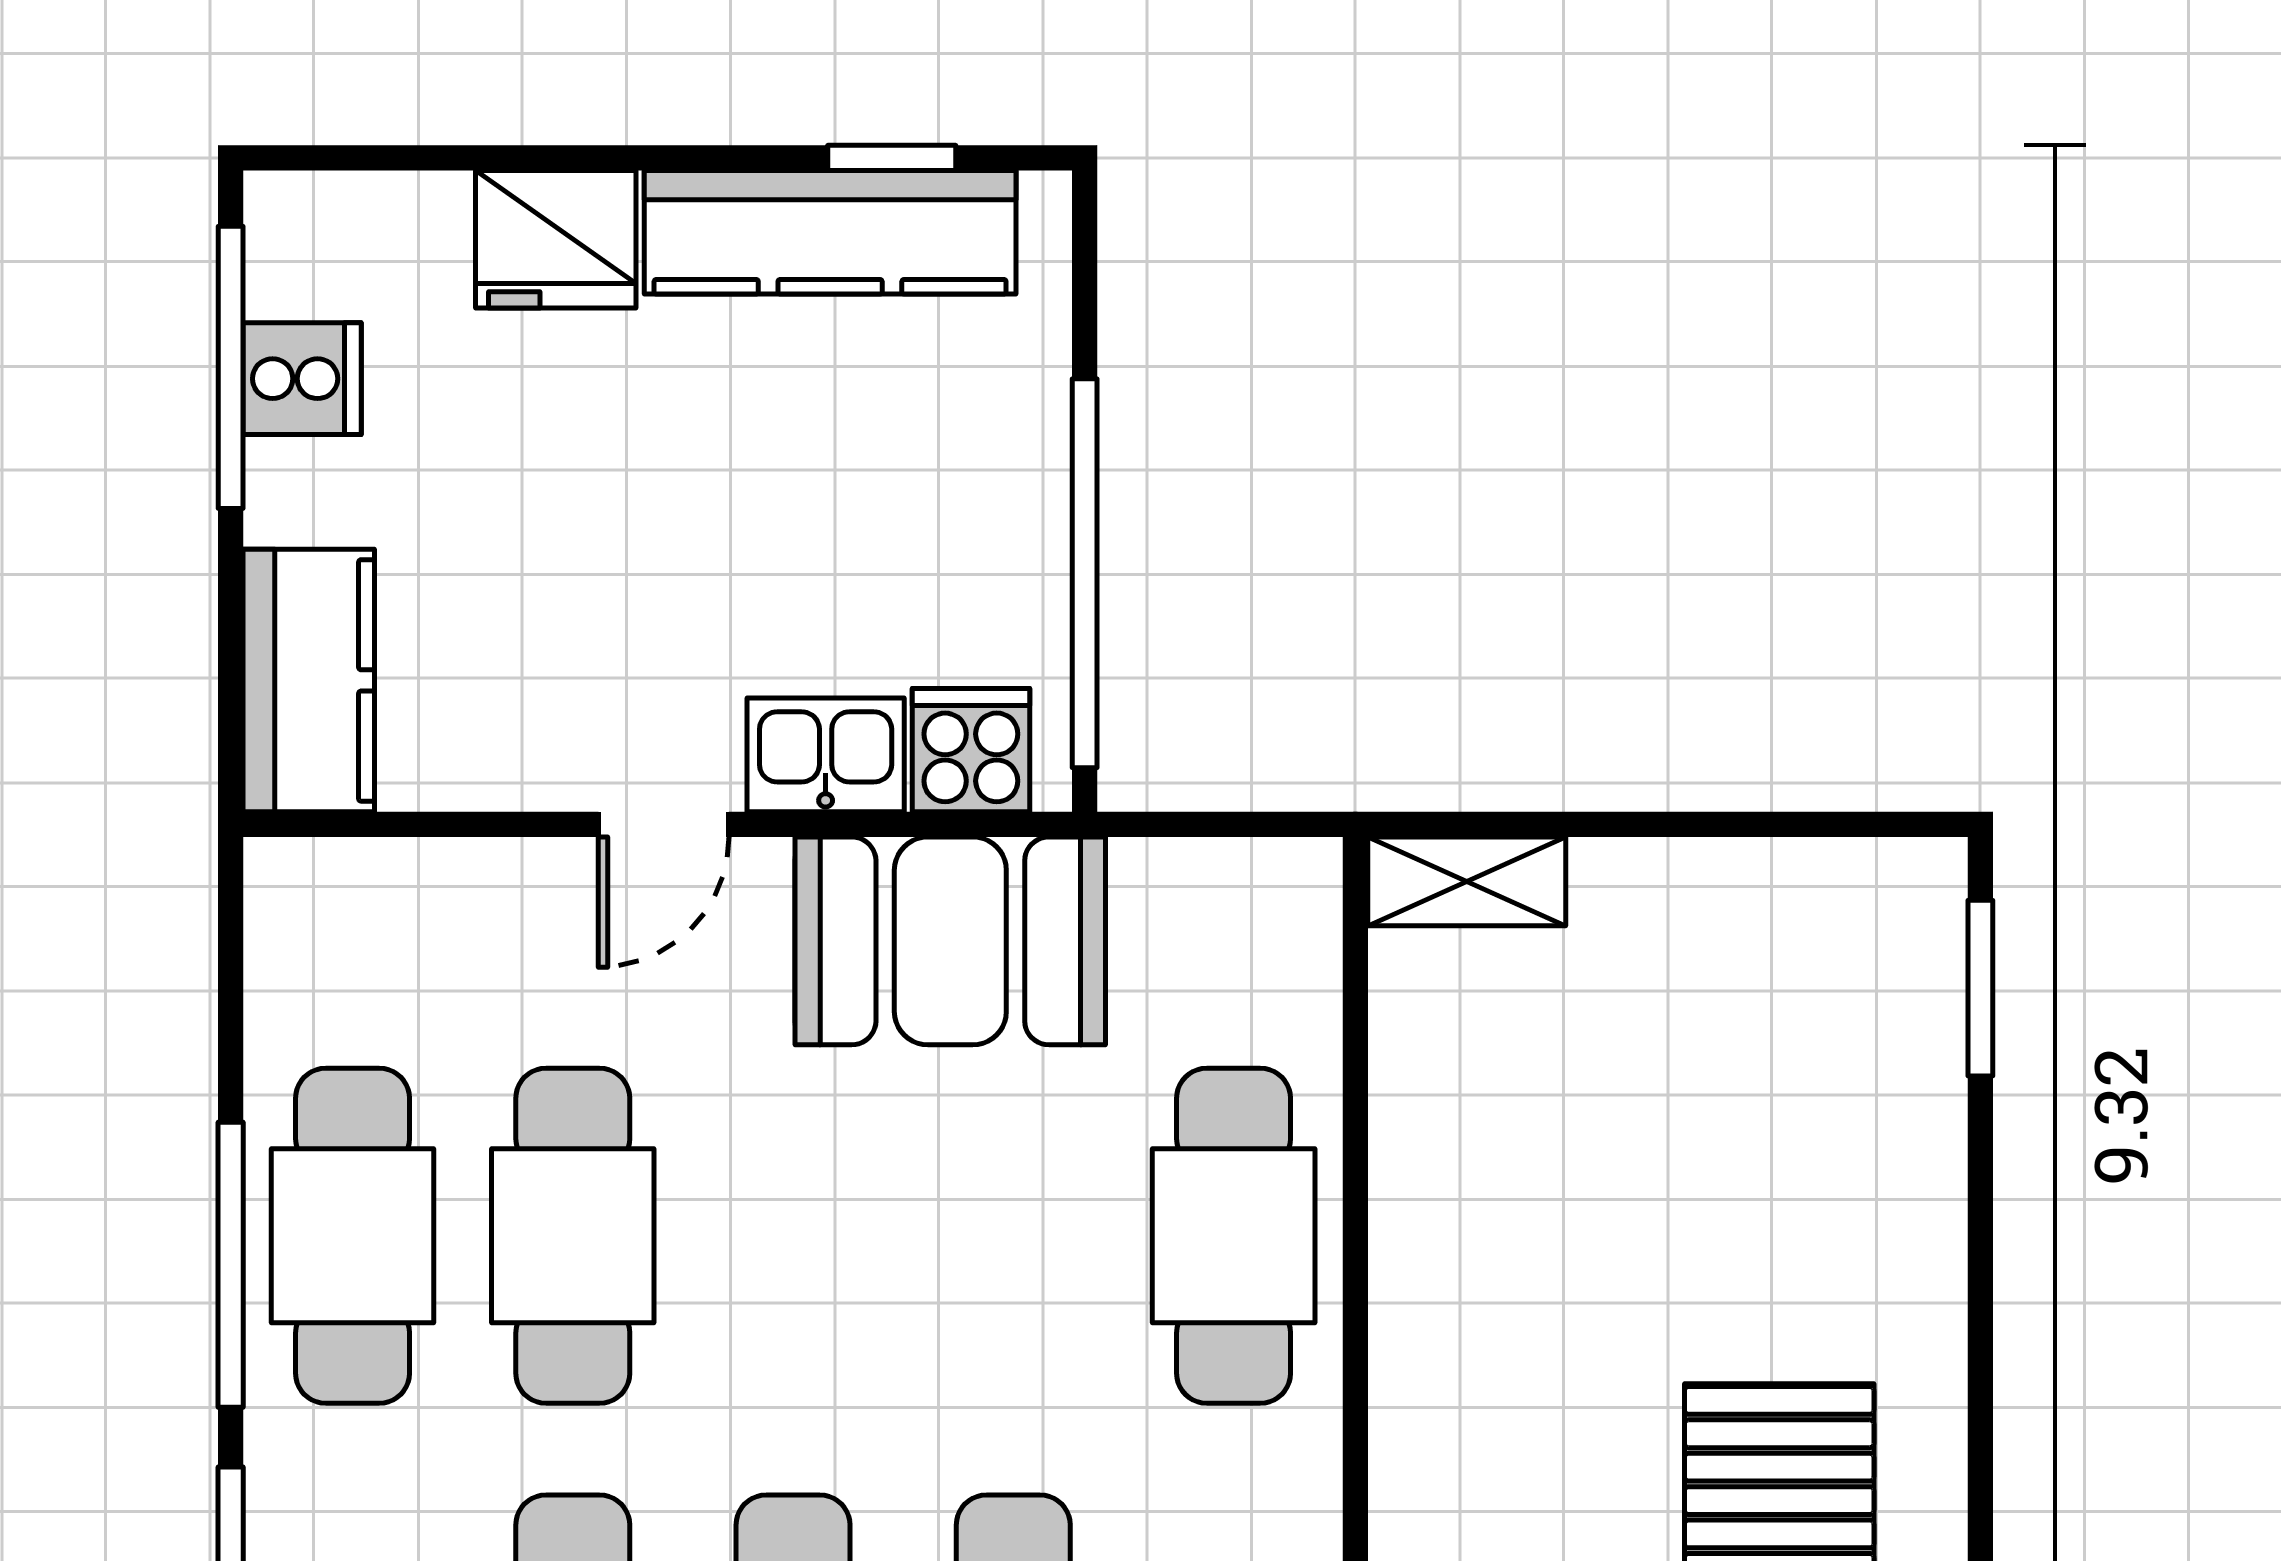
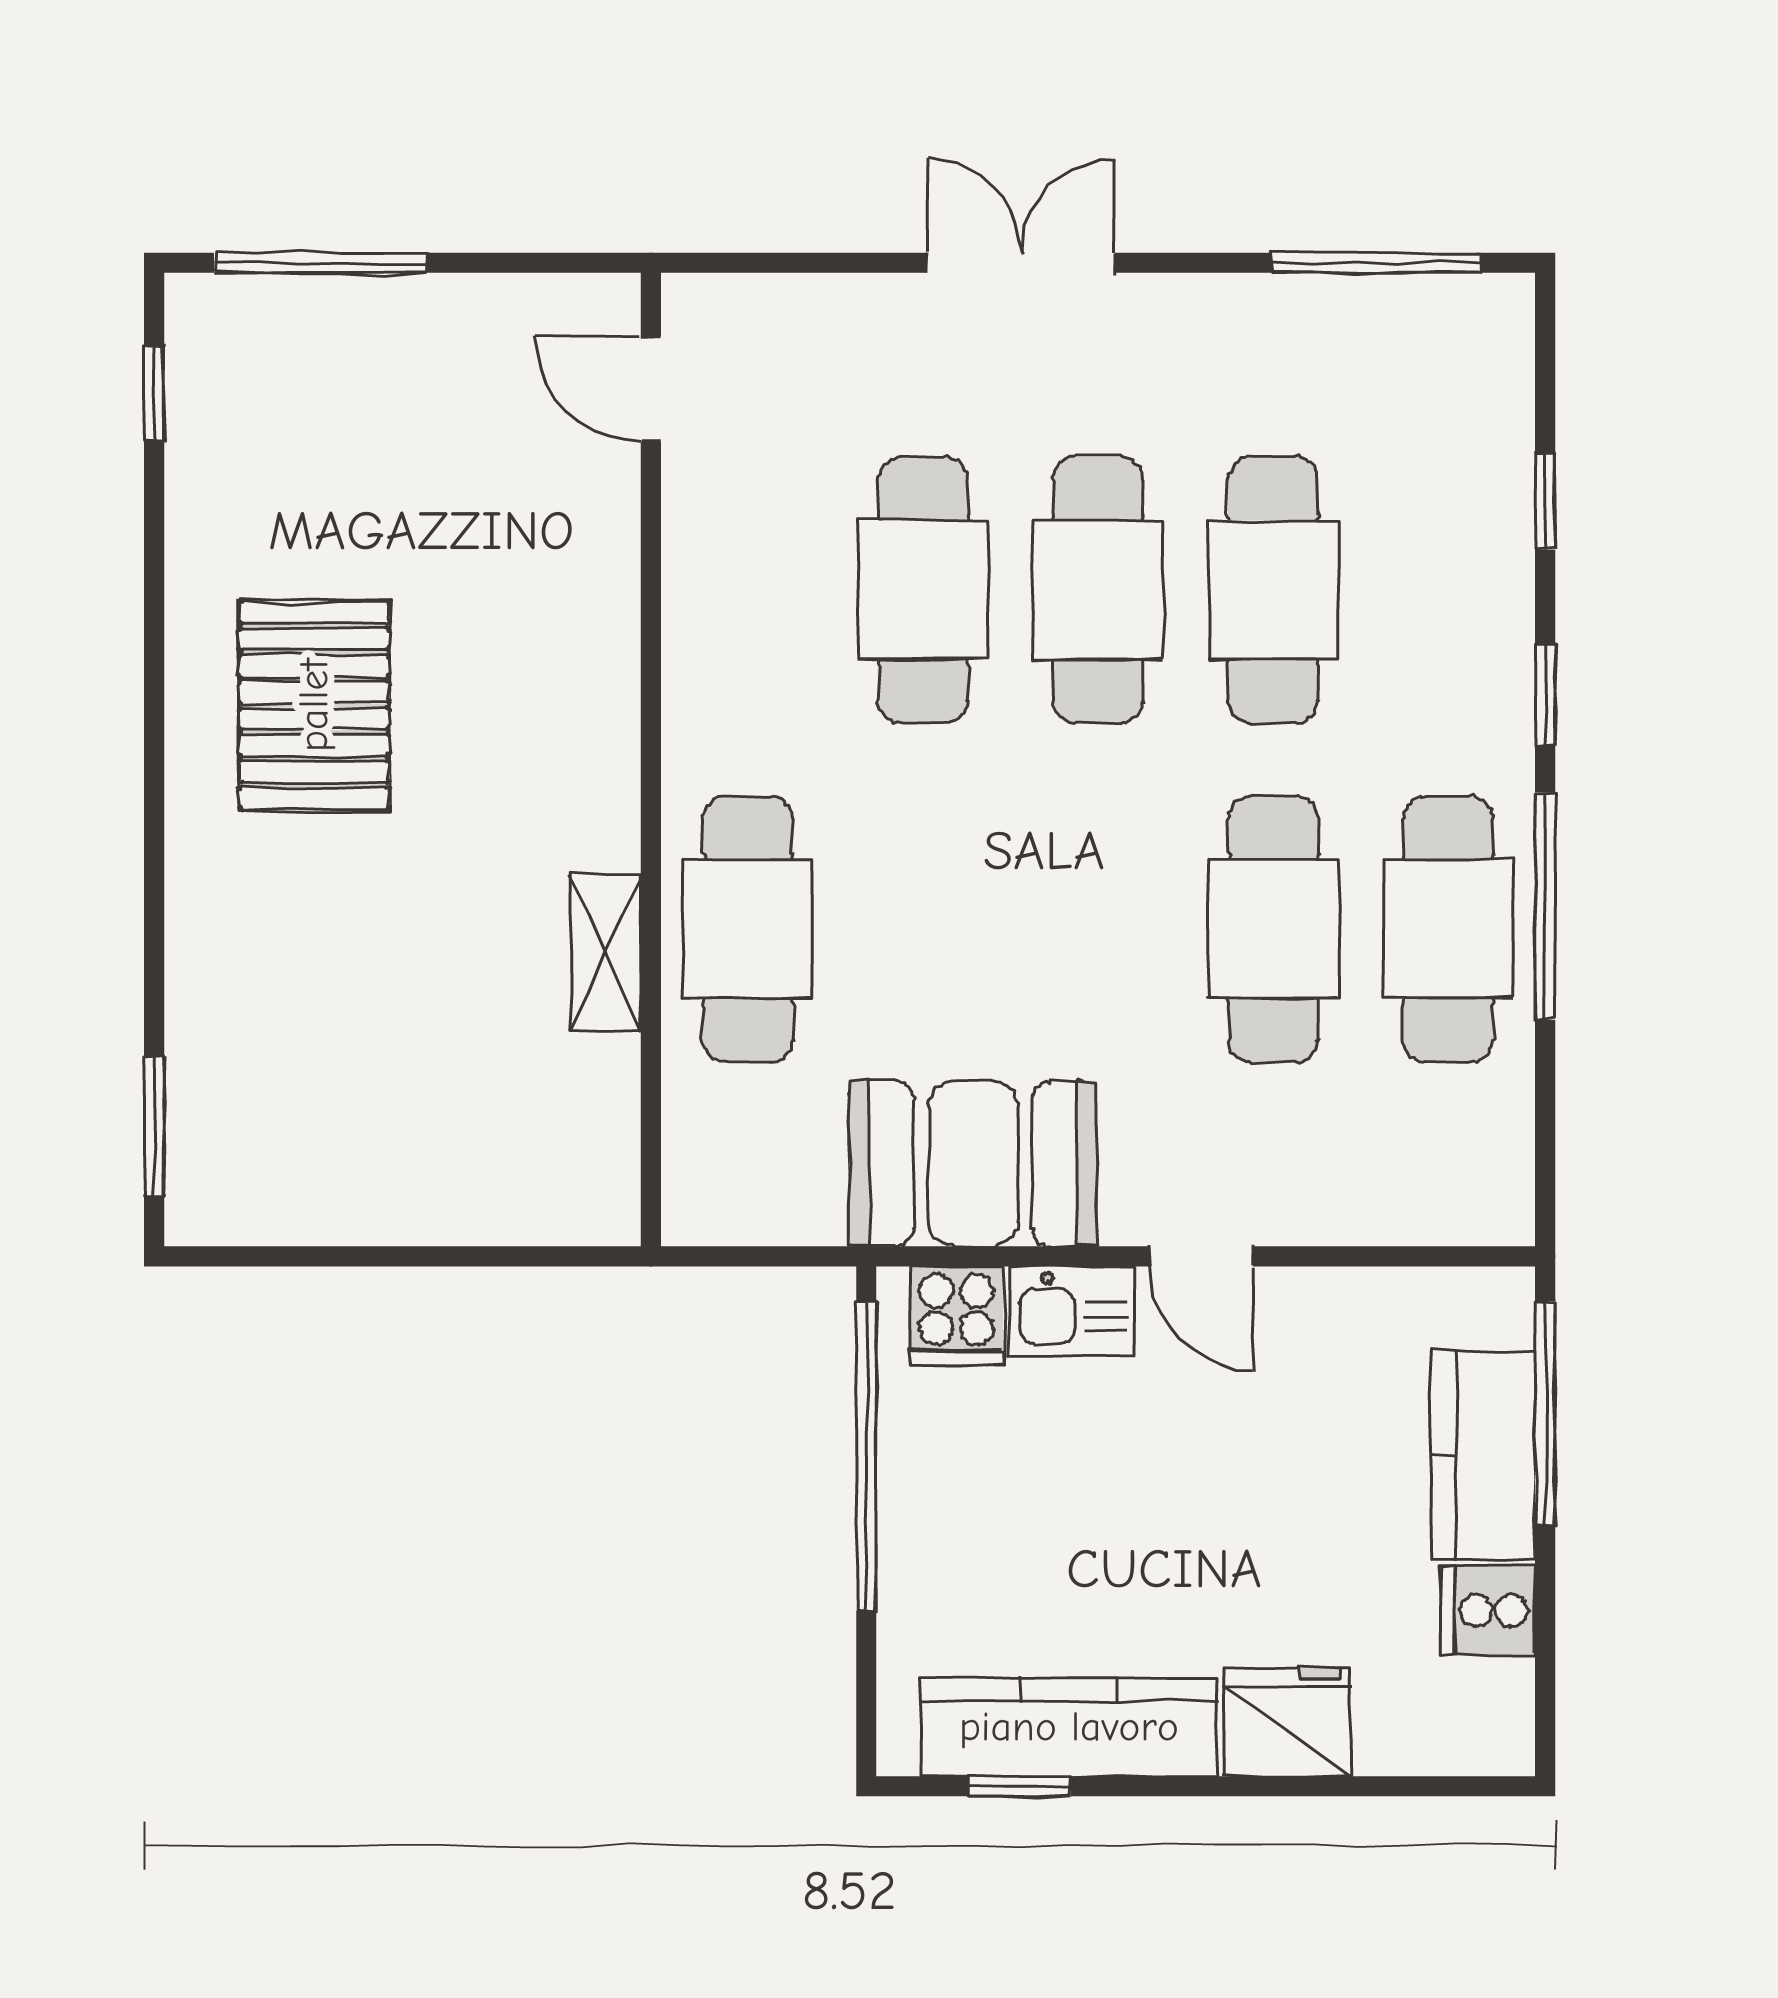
window: (231, 367) -> (1545, 1414), moved
kitchen counter: (309, 680) -> (1483, 1455), moved
door: (664, 824) -> (1201, 1256), swing flipped
shelving: (1467, 881) -> (606, 953), moved, turned 90

